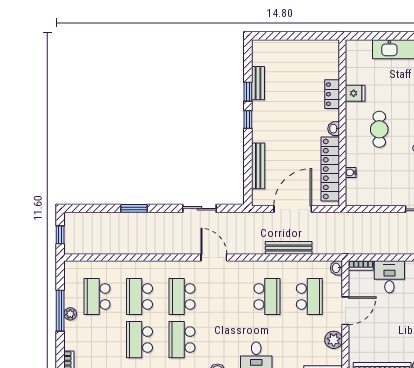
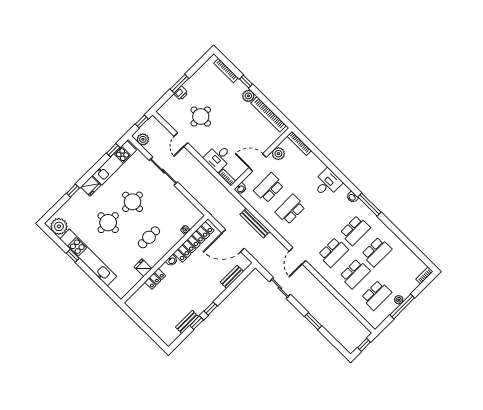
bench: (258, 166) -> (232, 277), width x0.73

